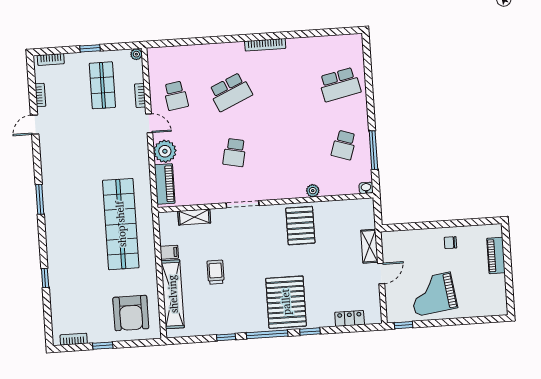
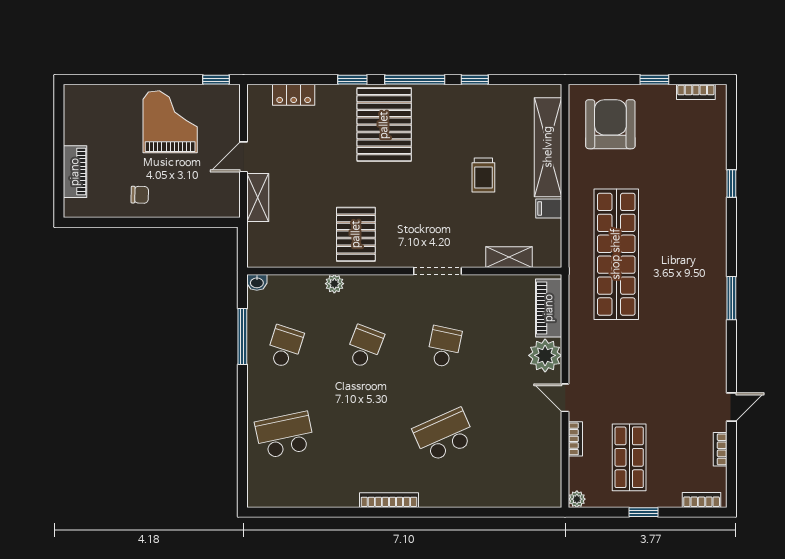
school desk: (176, 96) -> (364, 347), moved, turned 30
grand piano: (433, 294) -> (170, 122), turned -82

